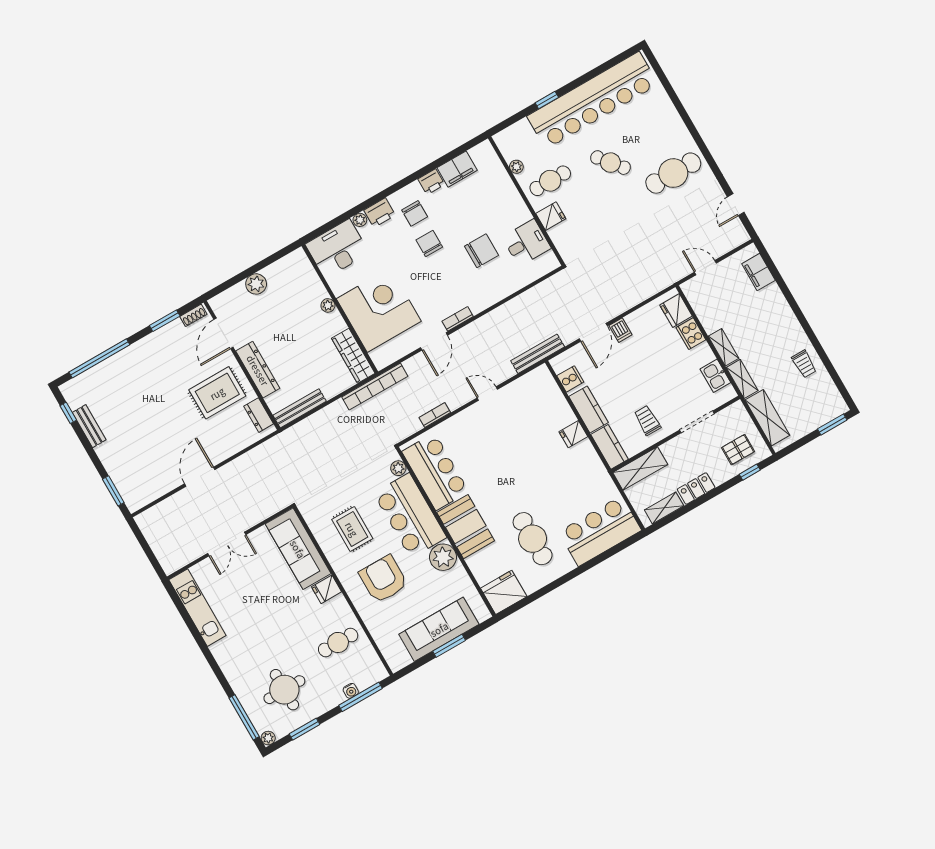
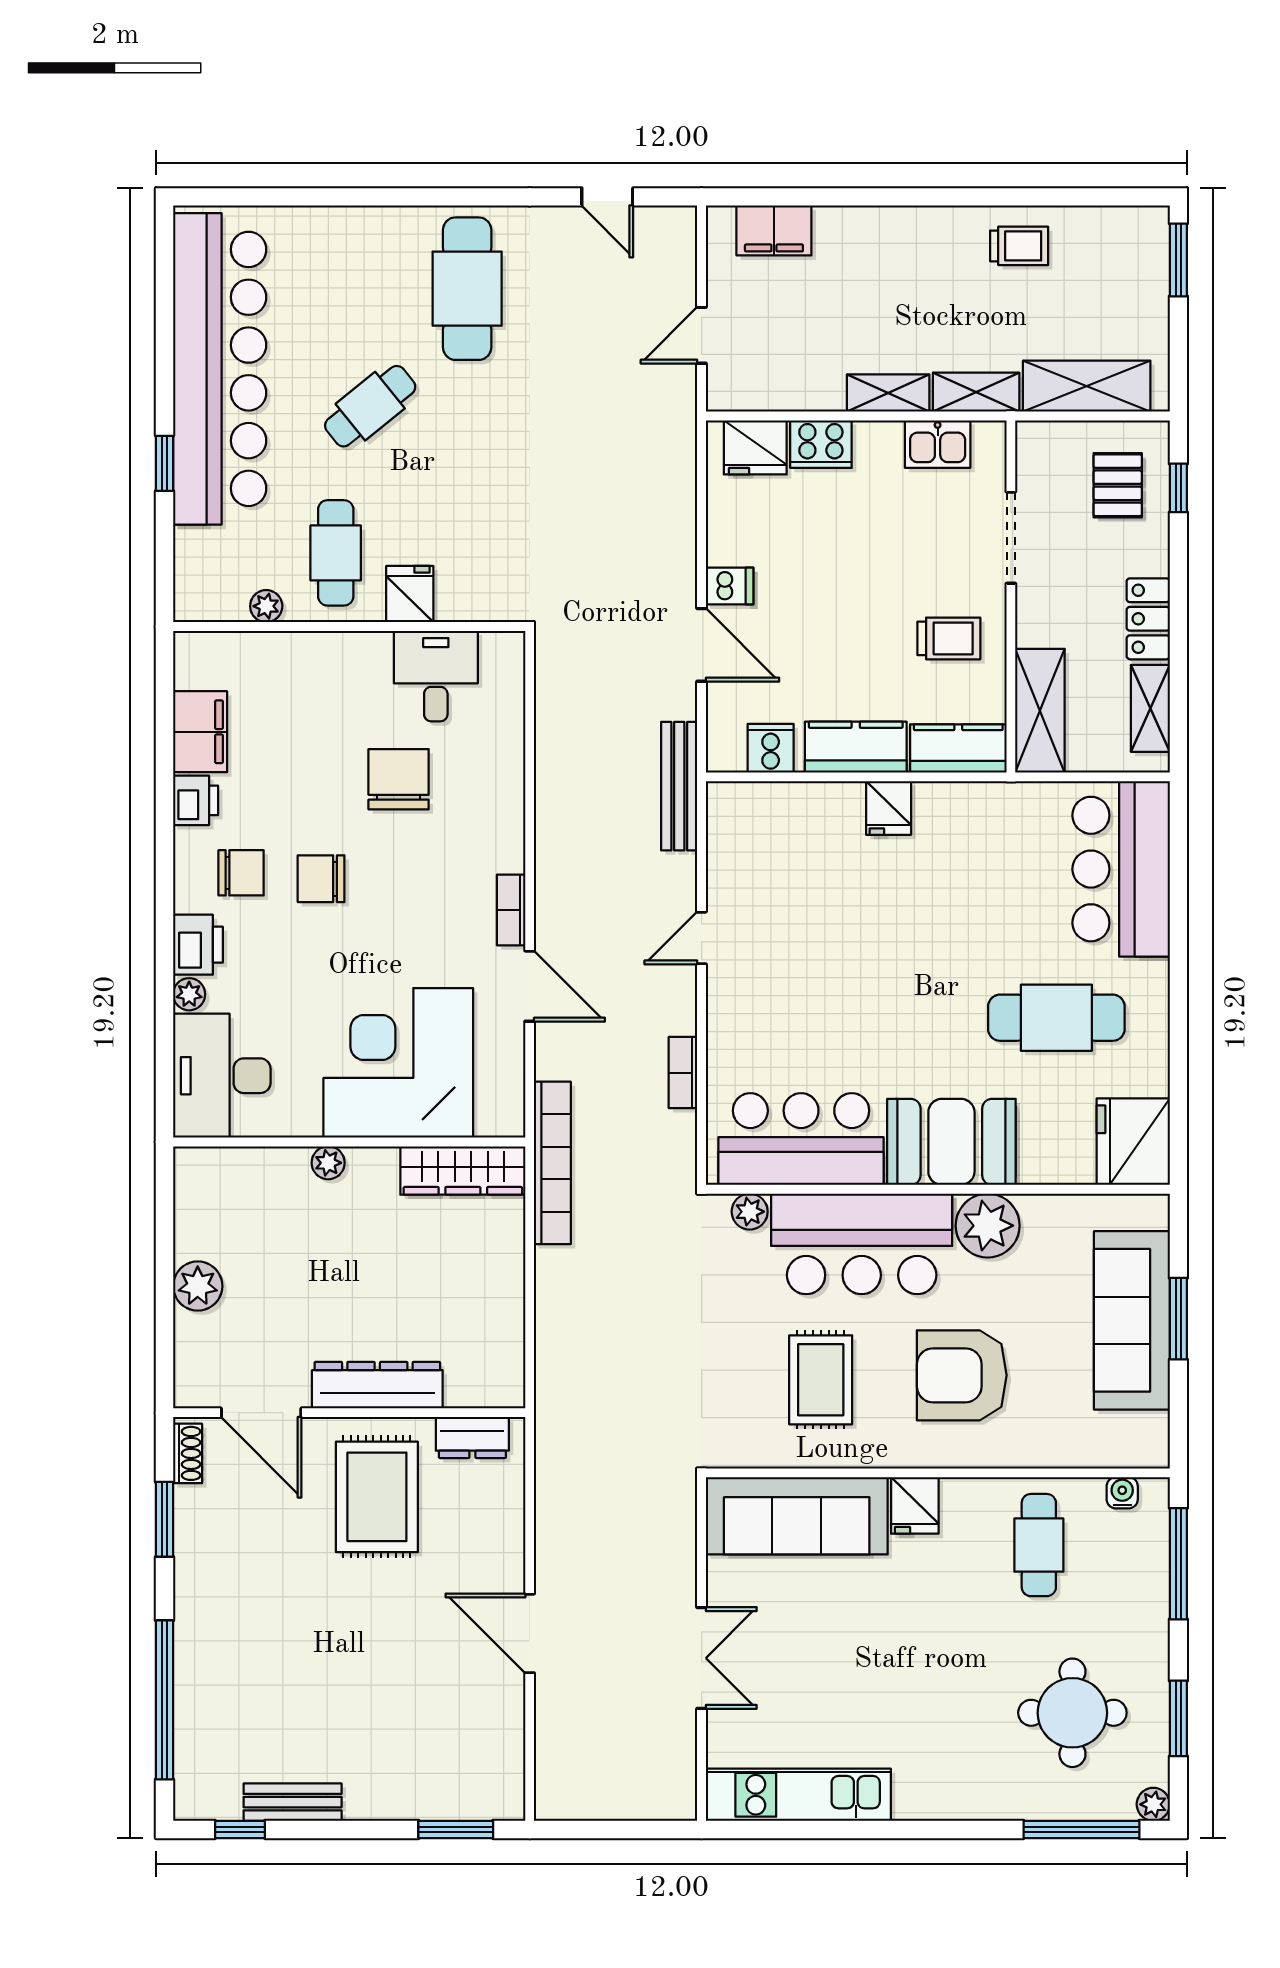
bench: (300, 408) -> (508, 1345), removed
trolley: (647, 420) -> (949, 638), turned 180
rug: (352, 529) -> (821, 1380), turned 90
water cooler: (351, 691) -> (1122, 1493), moved, turned -90

